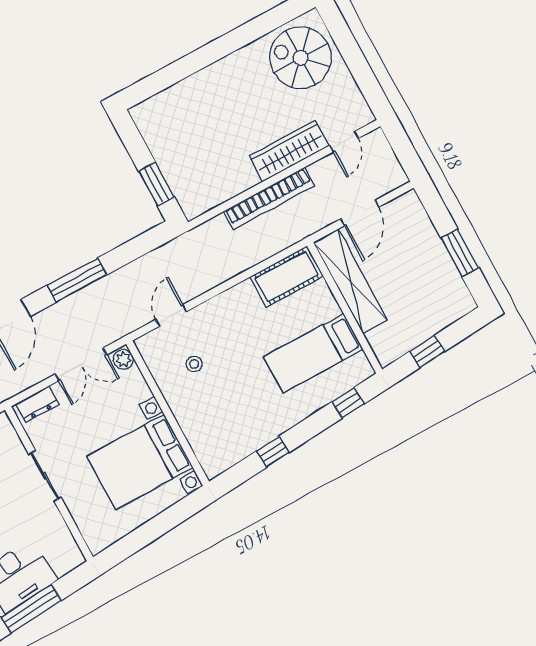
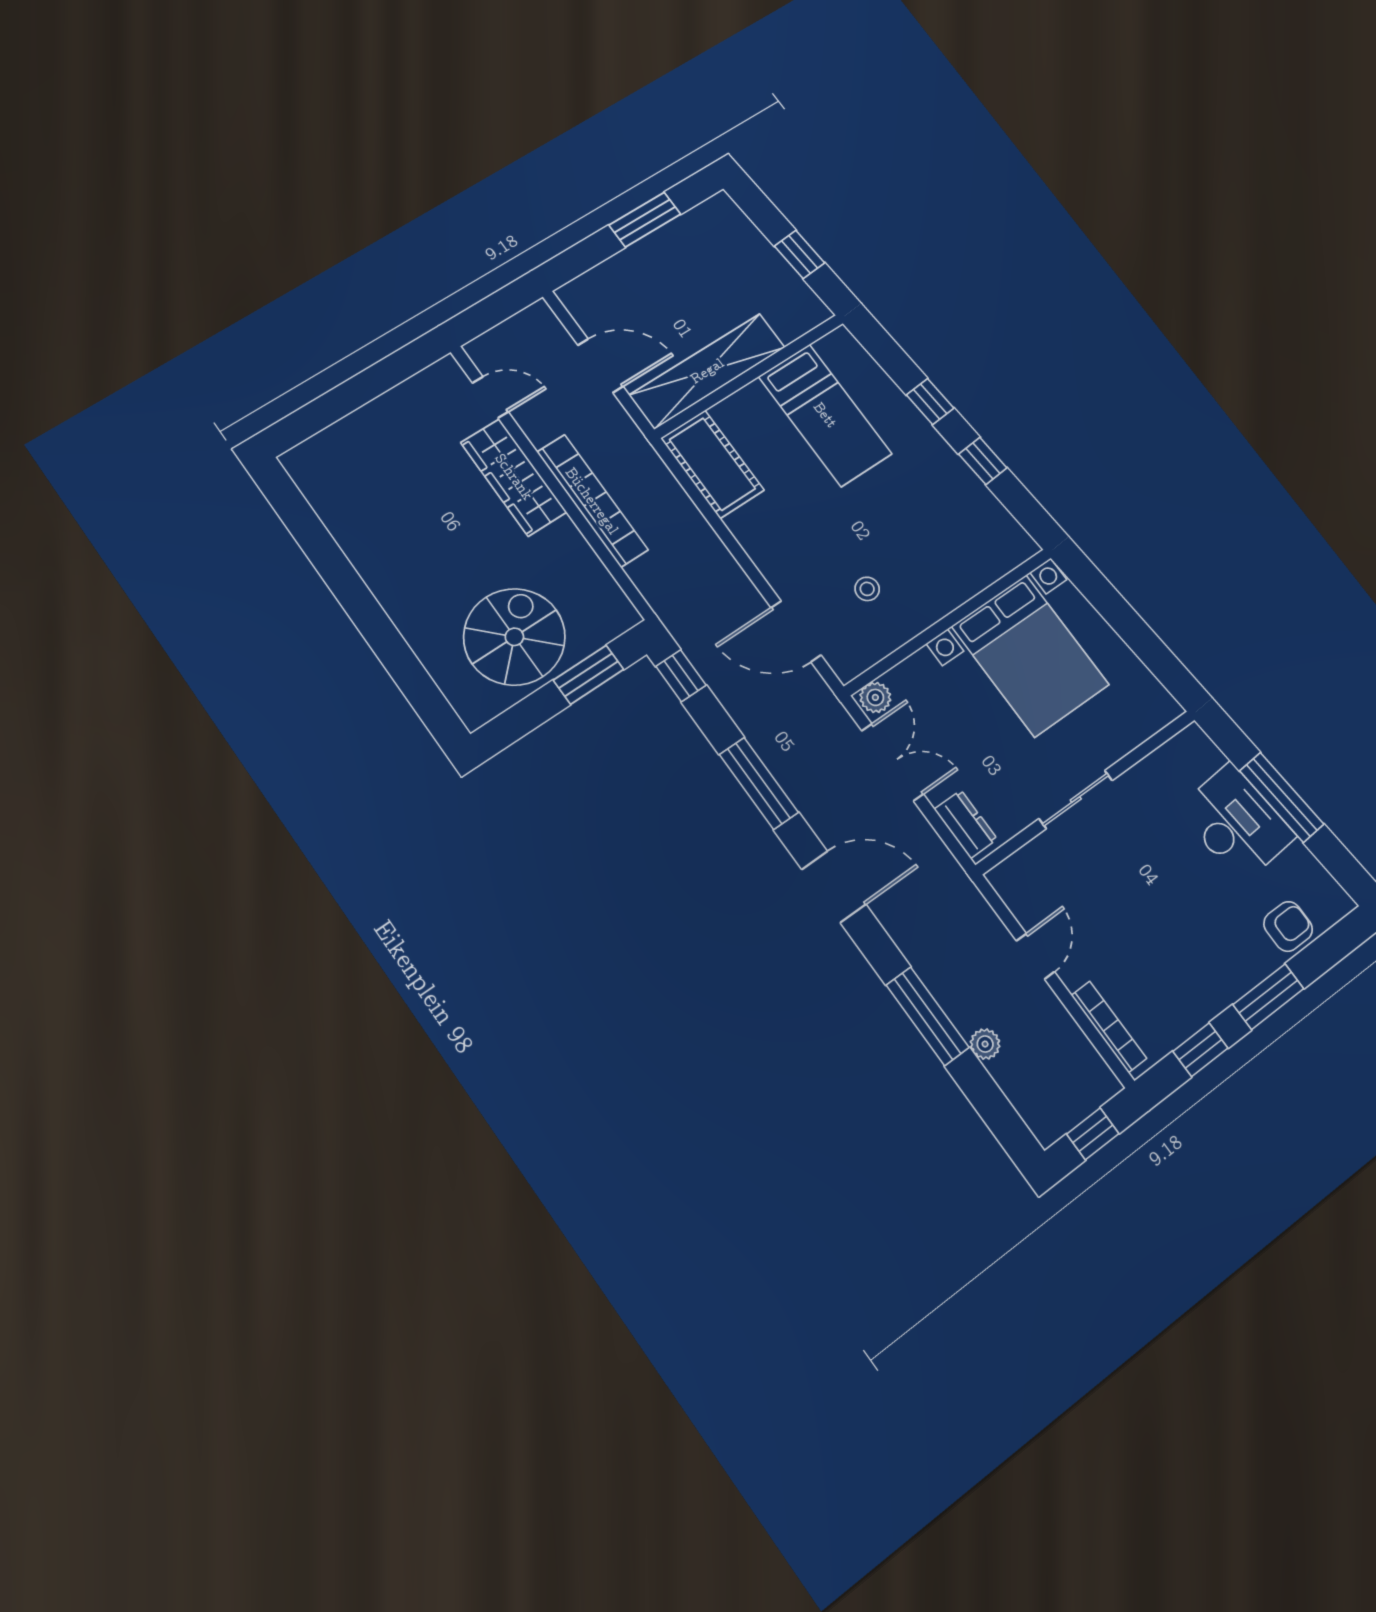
spiral stairs: (301, 58) -> (514, 637), moved, turned 180
window: (150, 240) -> (681, 676), added
door: (171, 315) -> (796, 631), width x1.37
window: (348, 403) -> (930, 401), moved

